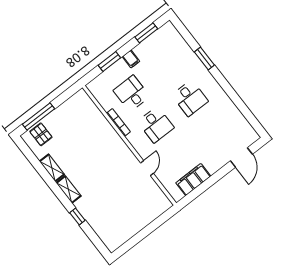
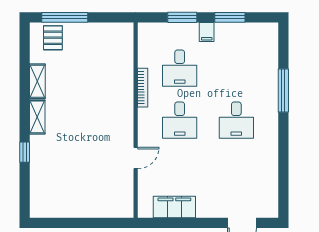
window: (146, 33) -> (230, 17), moved
window: (204, 58) -> (283, 91), width x1.44
desk: (132, 93) -> (180, 68), turned 180

